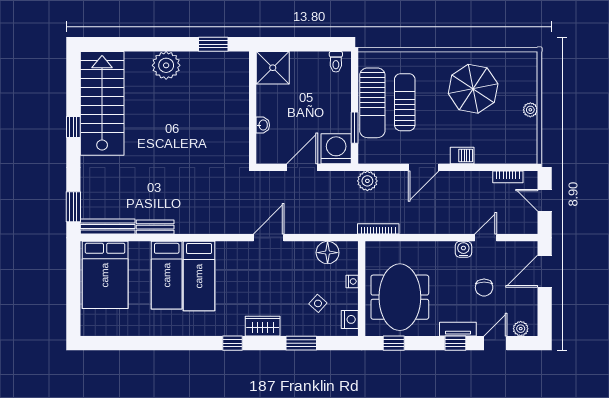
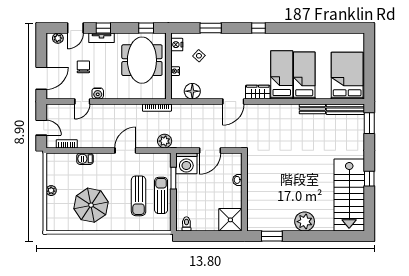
sun lounger: (372, 103) -> (161, 195), width x0.73, depth x0.75
barbecue: (462, 155) -> (85, 159), moved
wardrobe: (263, 326) -> (258, 92), moved, turned 180

